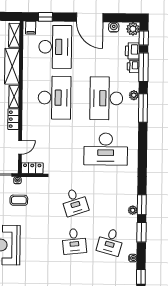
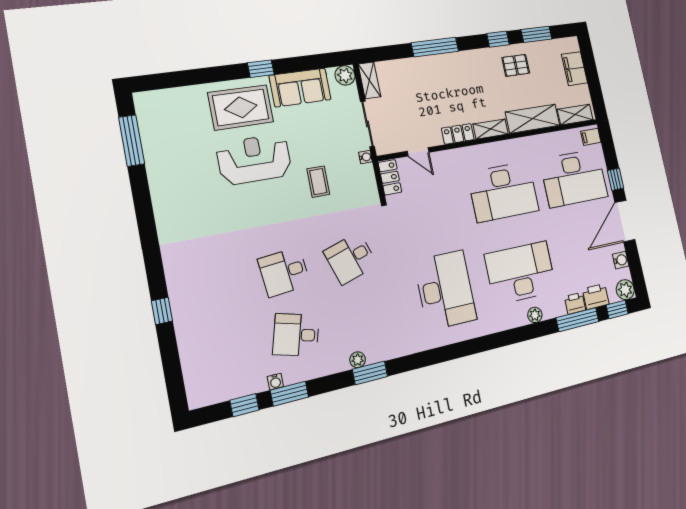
window: (45, 17) -> (615, 179), moved
window: (143, 108) -> (520, 334), removed
desk: (106, 149) -> (445, 290), turned 180
coffee table: (19, 200) -> (318, 182), moved
window: (141, 232) -> (289, 394), moved

